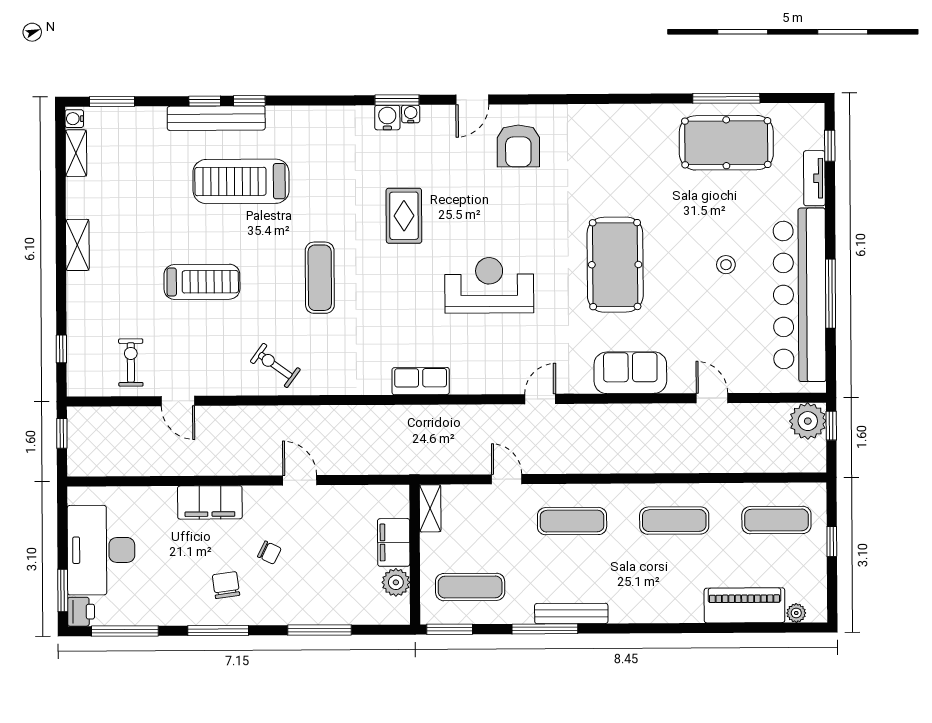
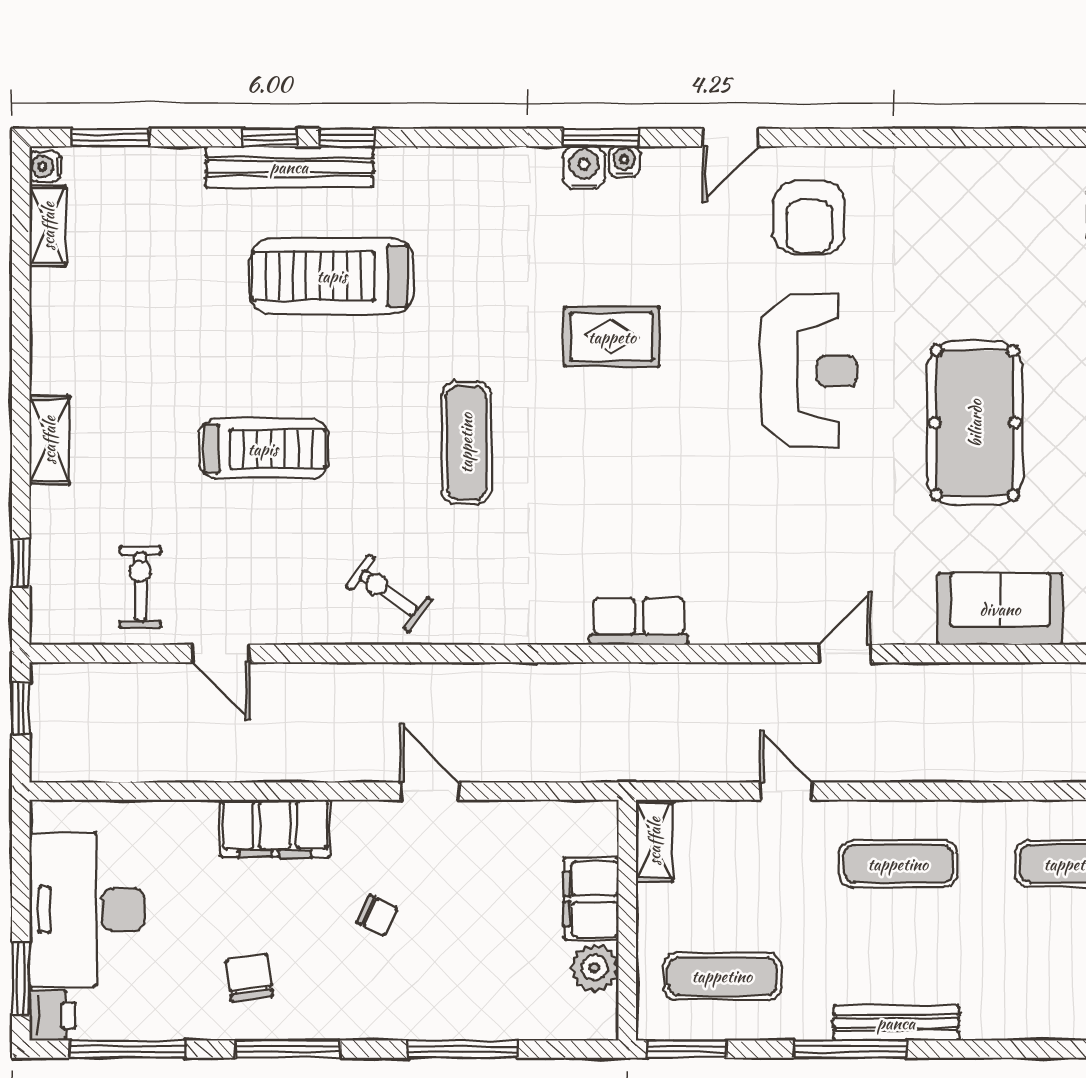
rug: (404, 216) -> (612, 337), turned 90
shelving: (77, 245) -> (49, 440), moved
reception desk: (489, 285) -> (809, 371), moved, turned 90
chair: (226, 585) -> (250, 978), moved

